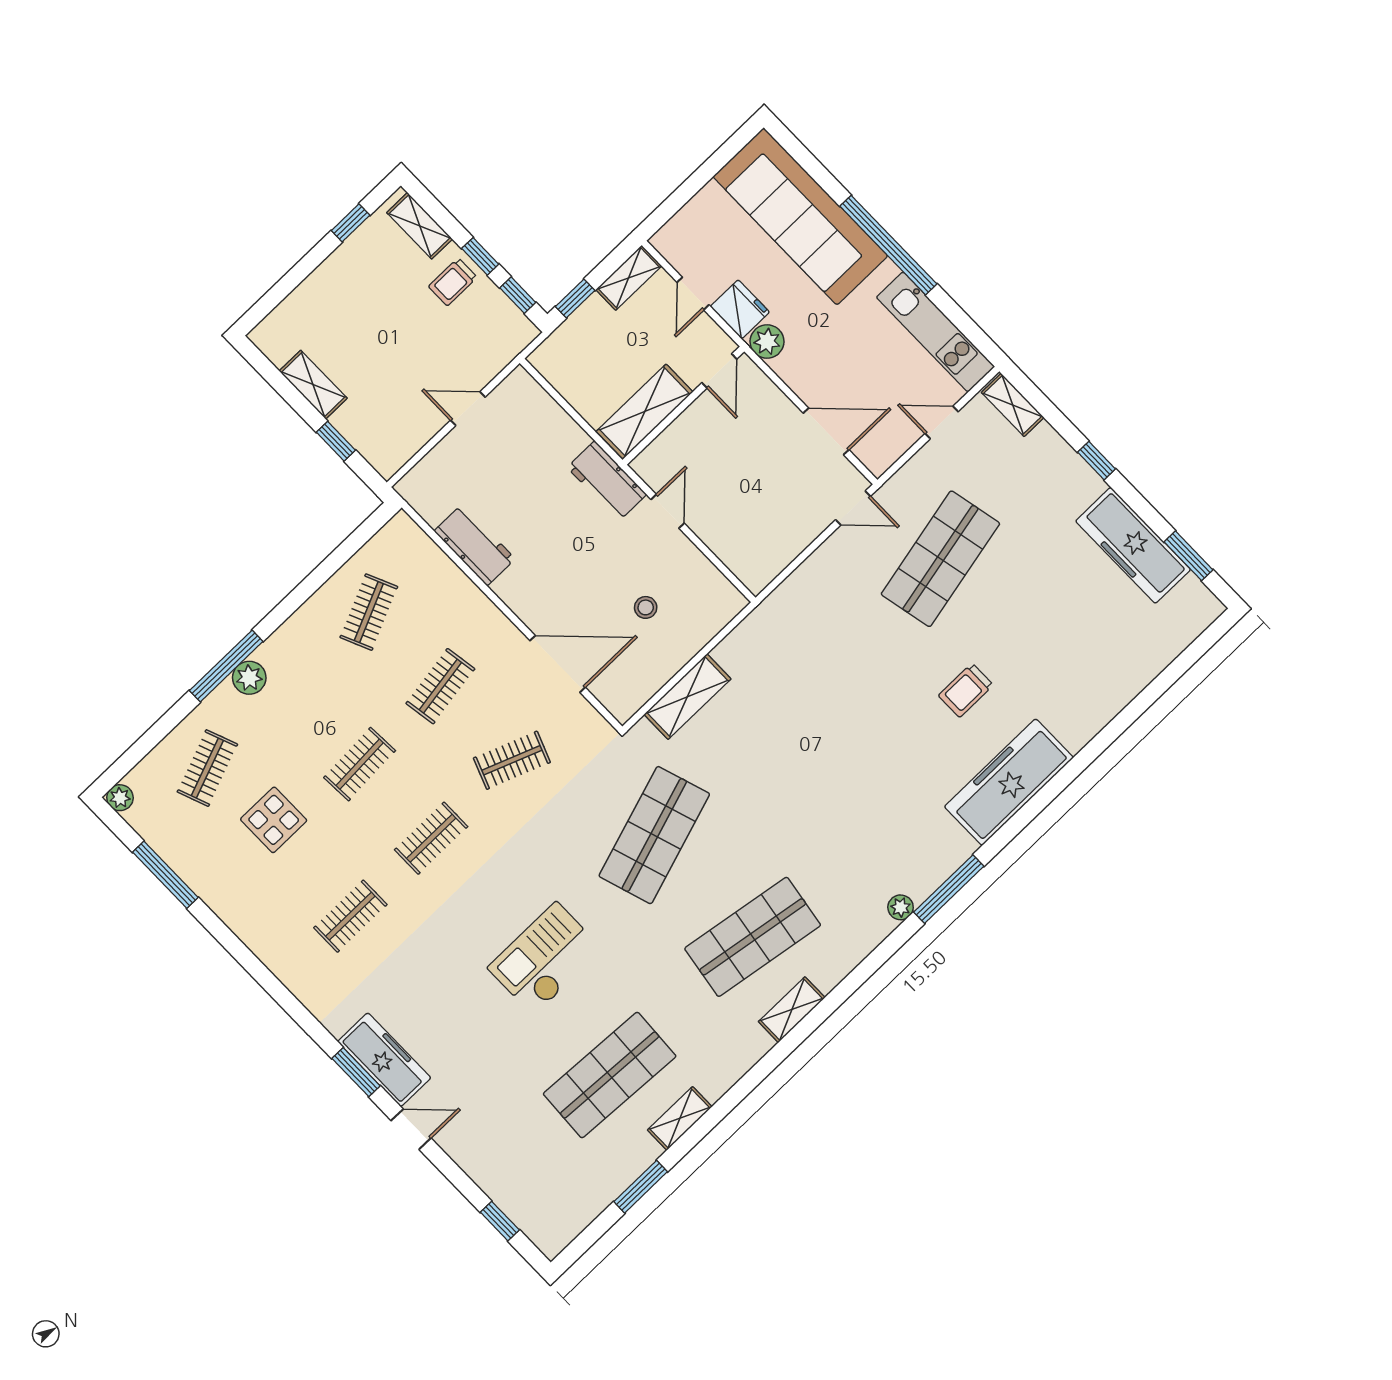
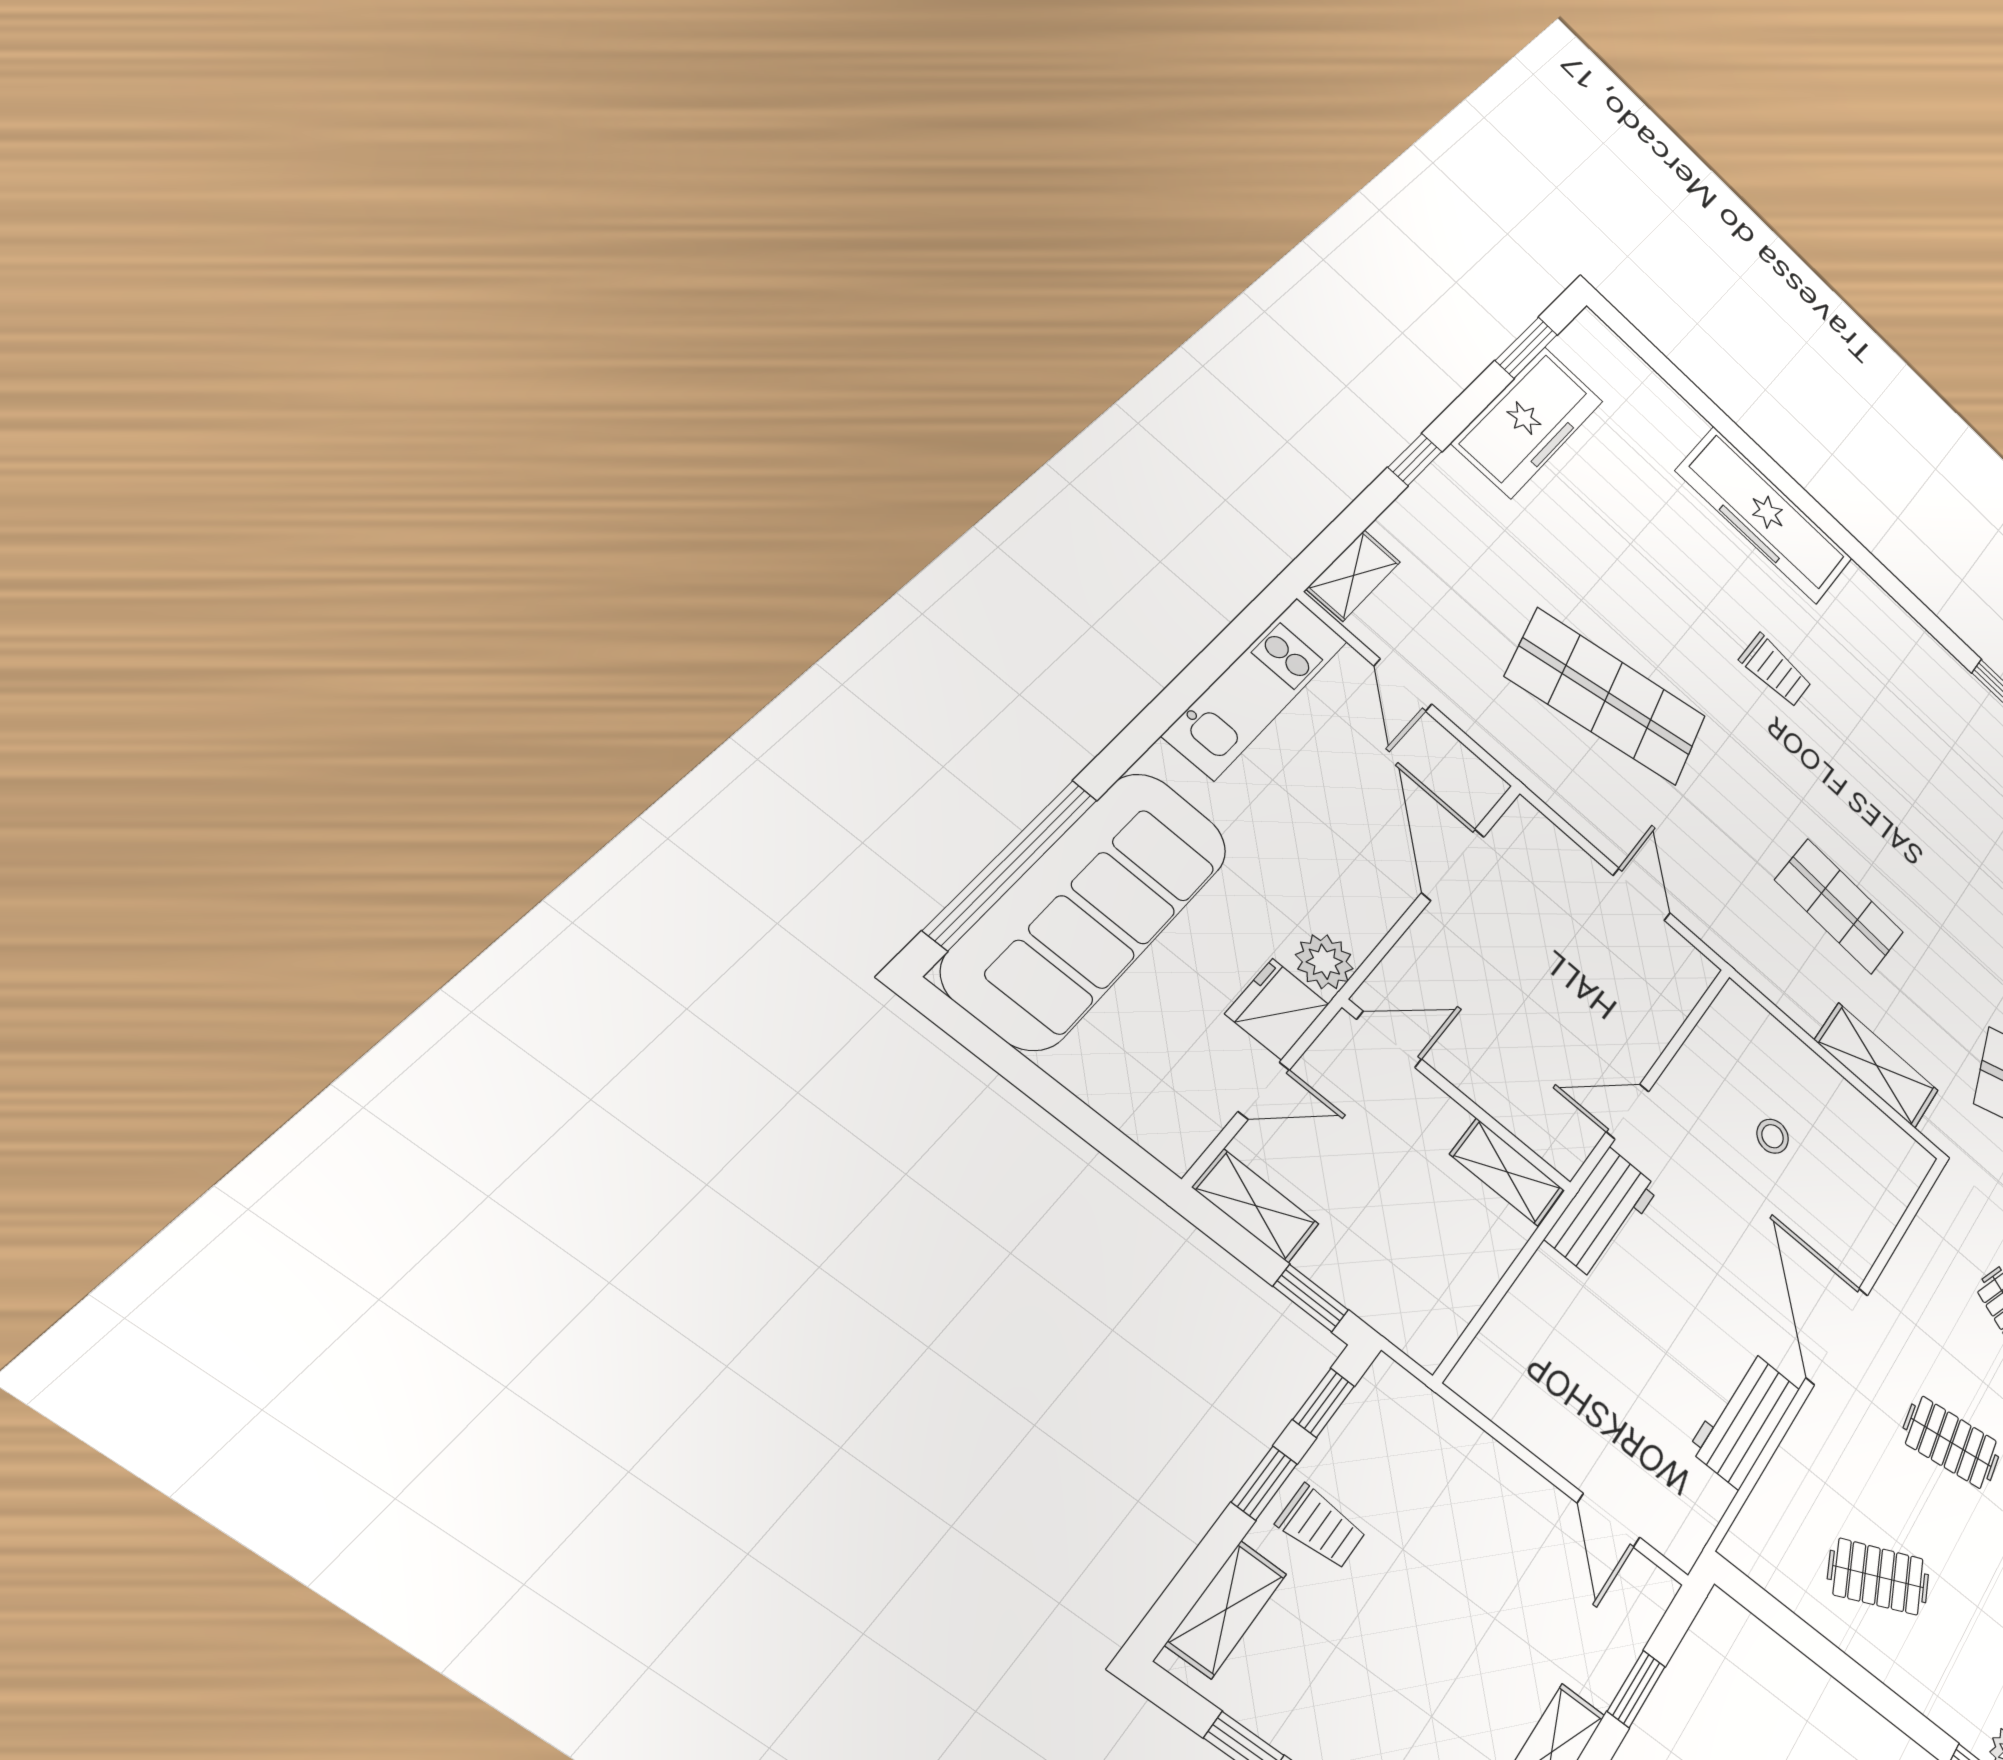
window: (888, 245) -> (1012, 864), moved
door: (468, 409) -> (1608, 1520), moved
shelving: (645, 412) -> (1507, 1172), width x0.67, depth x0.75
door: (853, 508) -> (1642, 894), moved
door: (558, 664) -> (1837, 1336), moved
shop shelf: (797, 697) -> (1840, 906), added
freezer: (1009, 782) -> (1765, 515), moved

